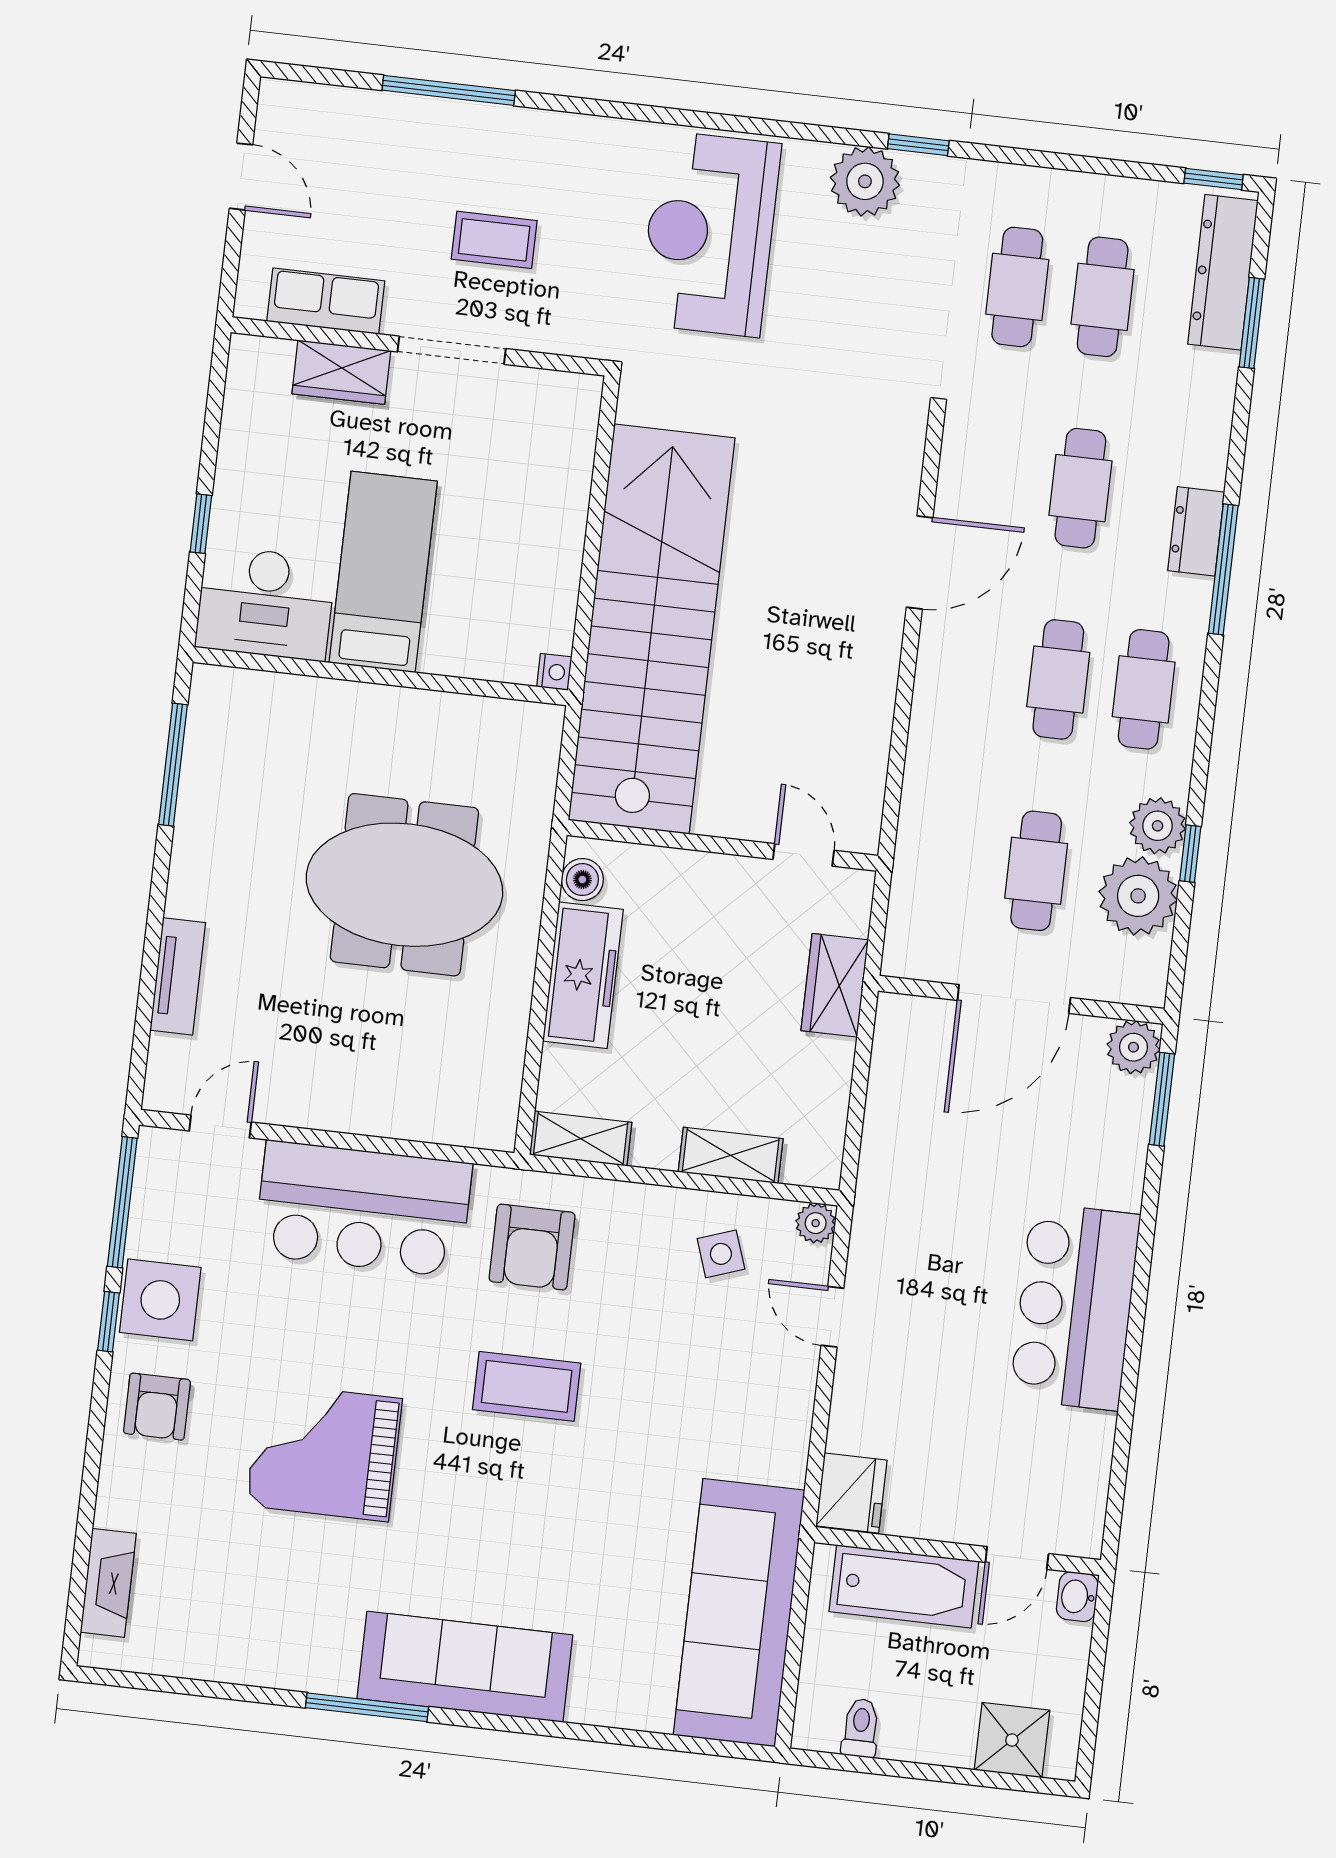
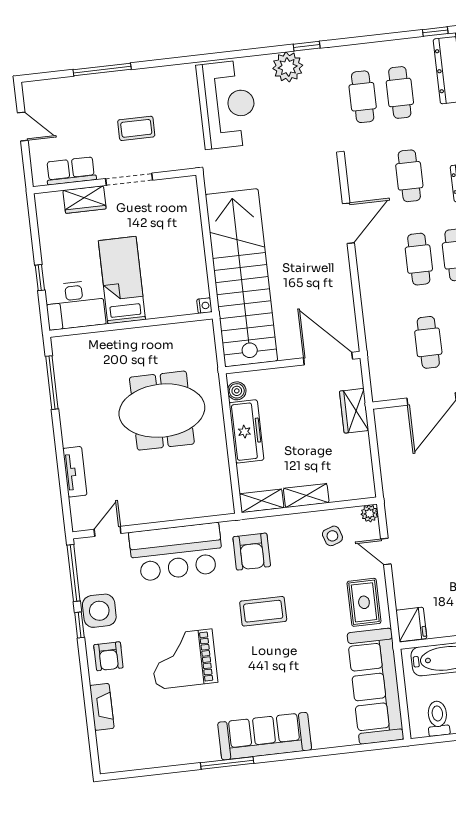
reception desk: (710, 234) -> (227, 105), turned 180
door: (803, 855) -> (328, 359), width x1.88
shelving: (731, 1155) -> (306, 496), moved
rug: (757, 1419) -> (364, 602), added
fireplace: (108, 1583) -> (102, 707), moved
toilet: (861, 1728) -> (438, 718), width x1.37, depth x1.39

